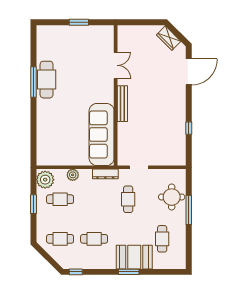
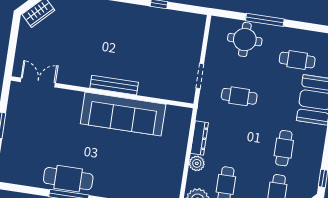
double door: (116, 65) -> (38, 82), moved
sofa: (102, 135) -> (123, 114), moved
dresser: (105, 174) -> (199, 138), moved

